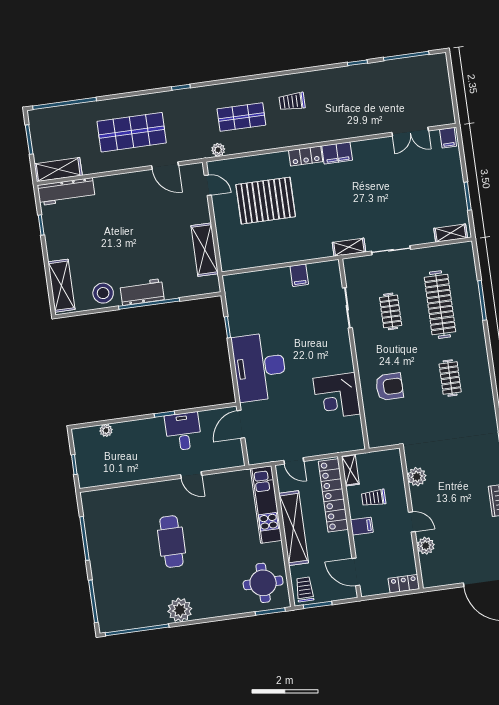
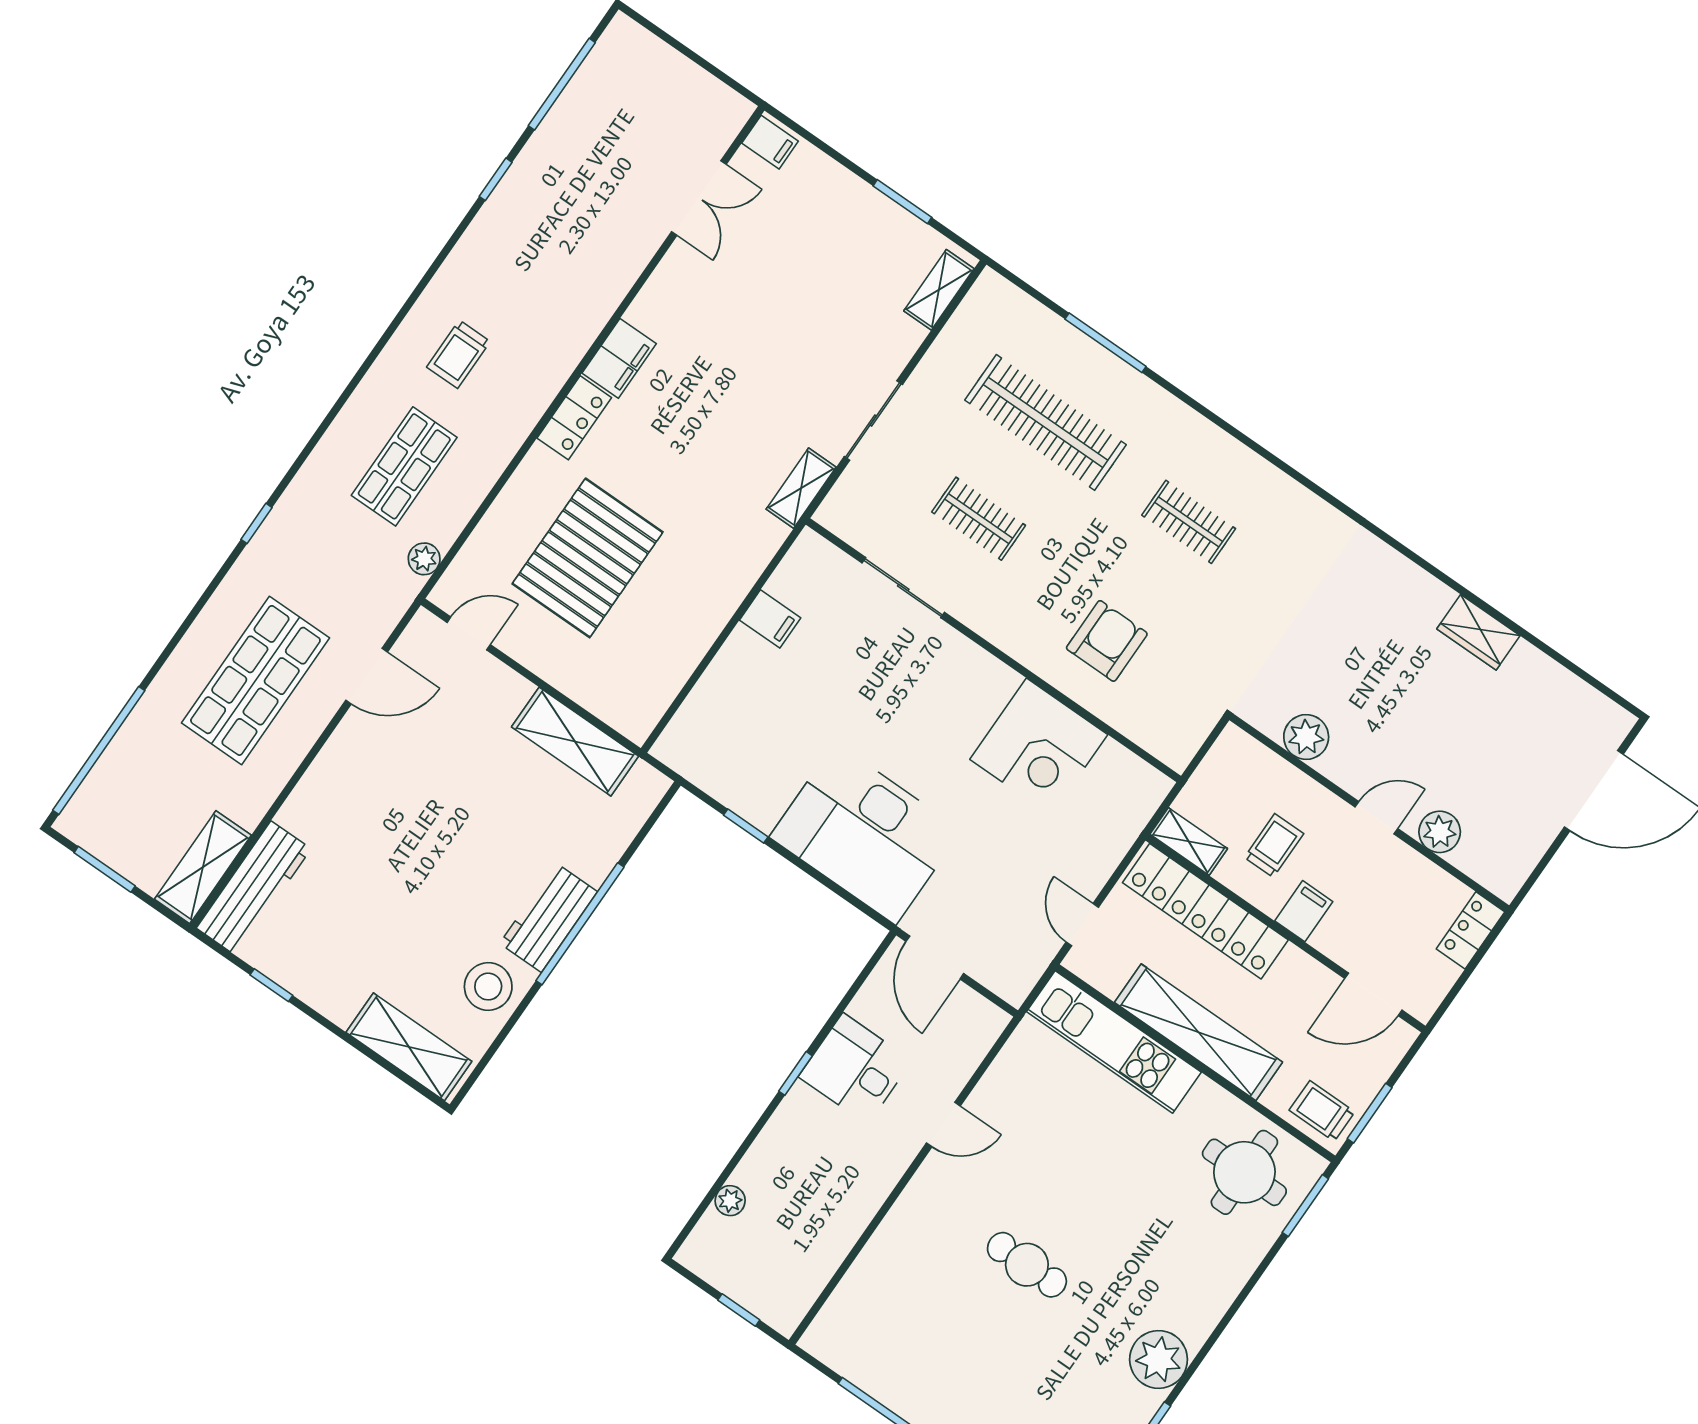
door: (294, 461) -> (1082, 925), swing flipped
trolley: (374, 498) -> (1274, 846), turned 180
cafe table: (171, 542) -> (1027, 1265), width x0.73, depth x0.74

